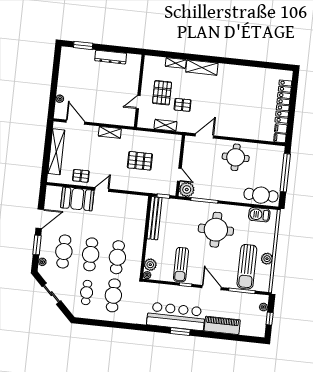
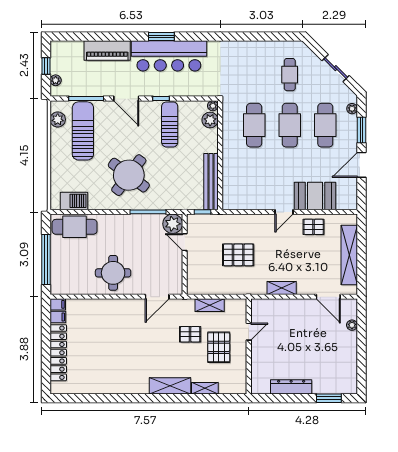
round table: (216, 230) -> (129, 175), turned 37
plant: (267, 259) -> (58, 119), moved
cafe table: (113, 295) -> (254, 75), removed

